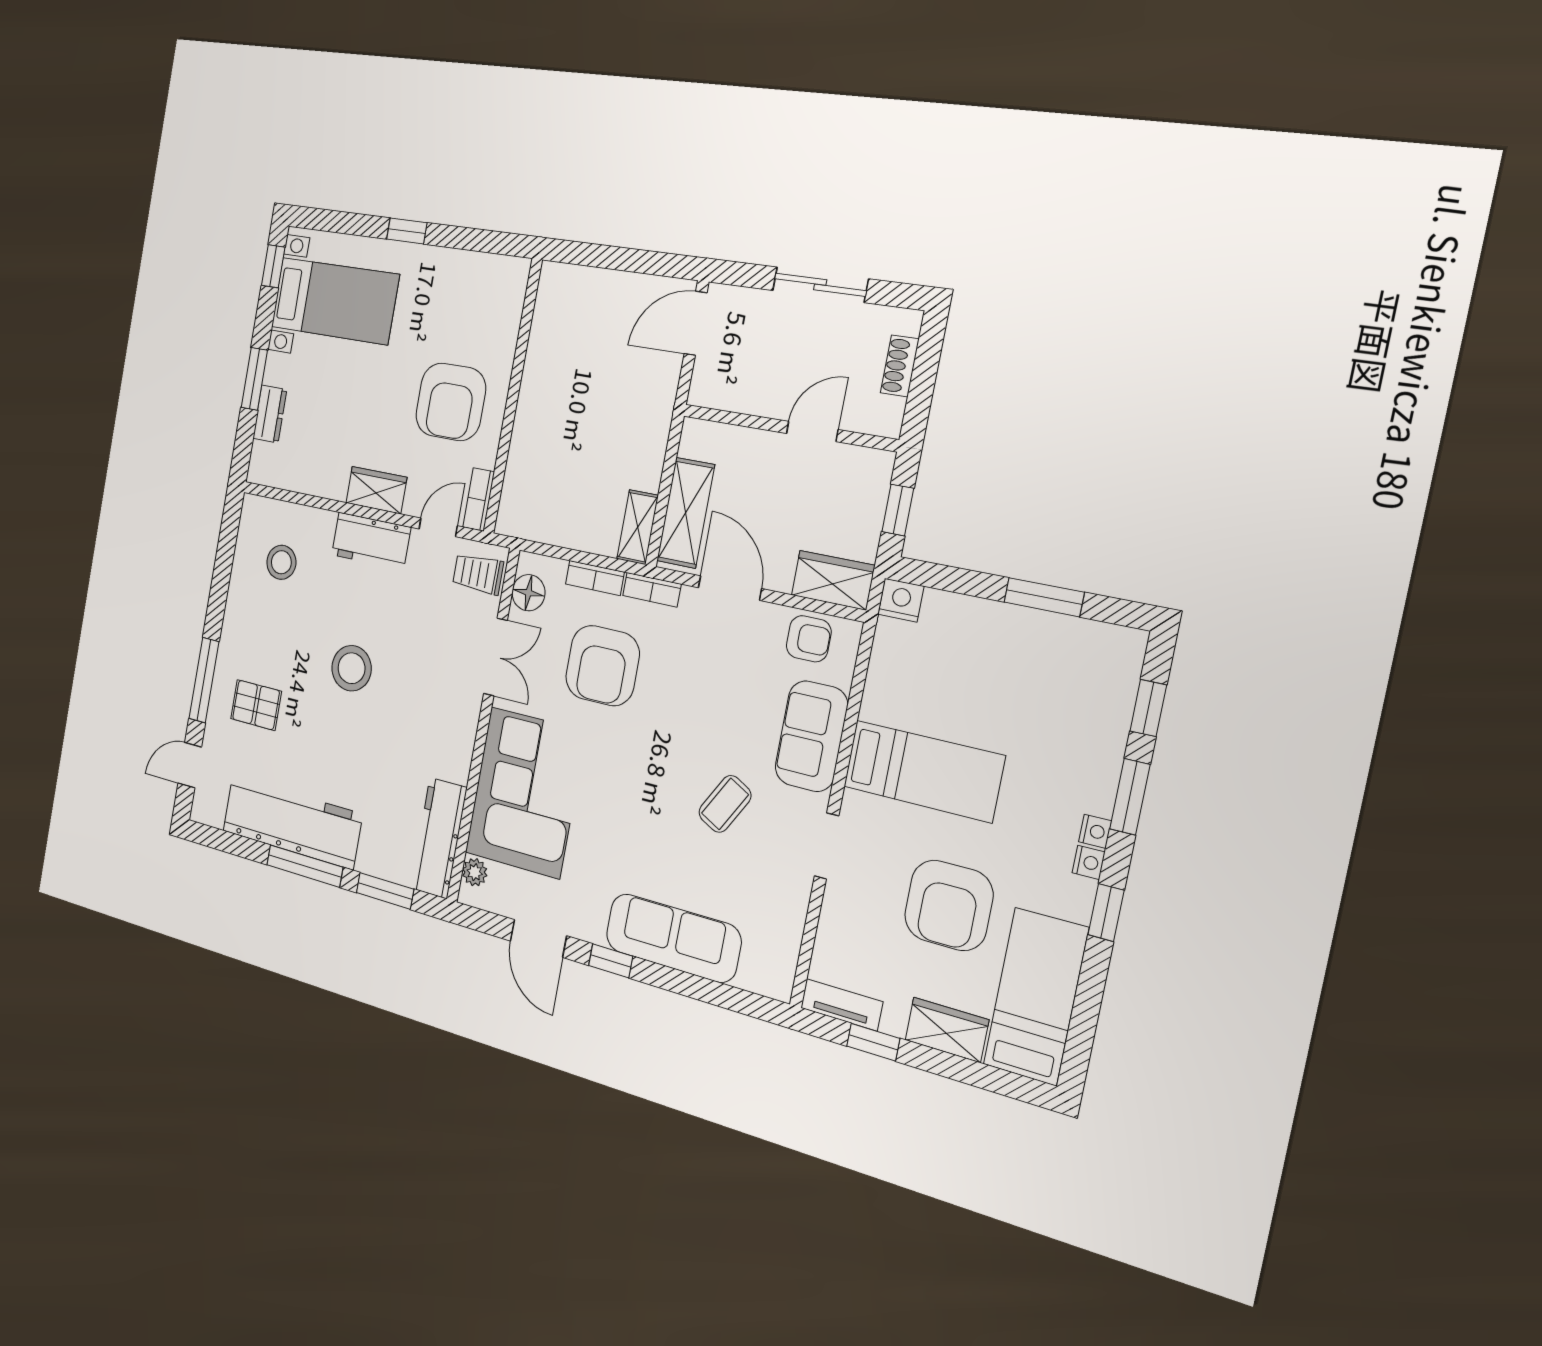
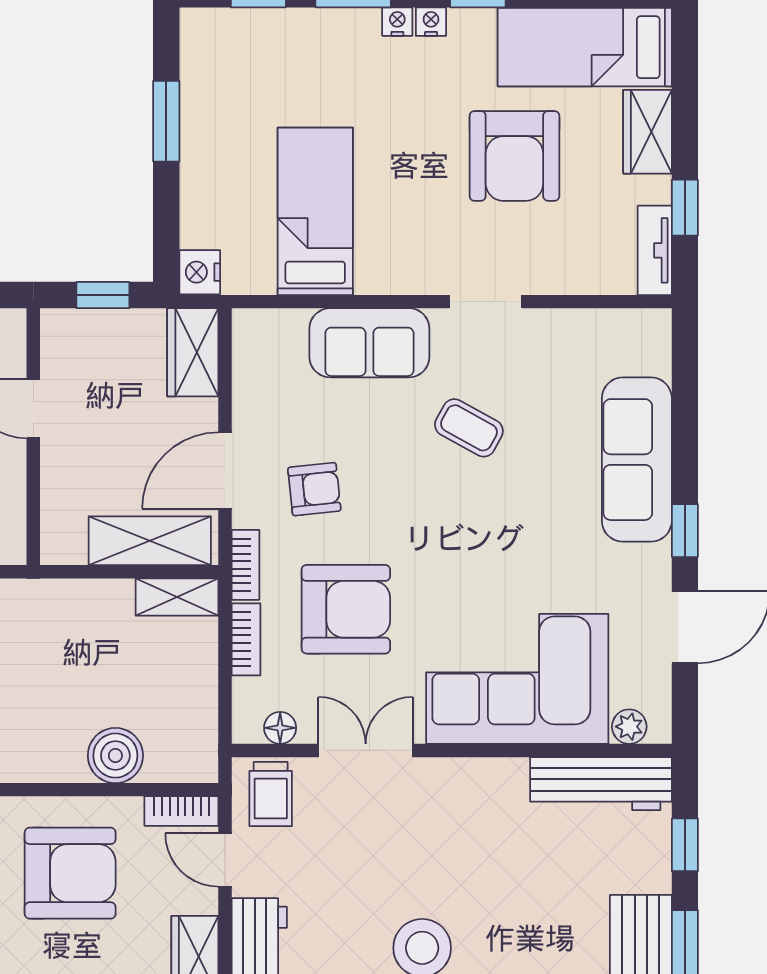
boiler: (528, 454) -> (115, 756), added
floor lamp: (529, 593) -> (280, 728), width x0.73, depth x0.73
armchair: (809, 639) -> (314, 489), moved, turned 84
bed: (923, 771) -> (315, 211), moved
window: (385, 891) -> (685, 845), width x0.67
armchair: (949, 905) -> (514, 156), turned 90

